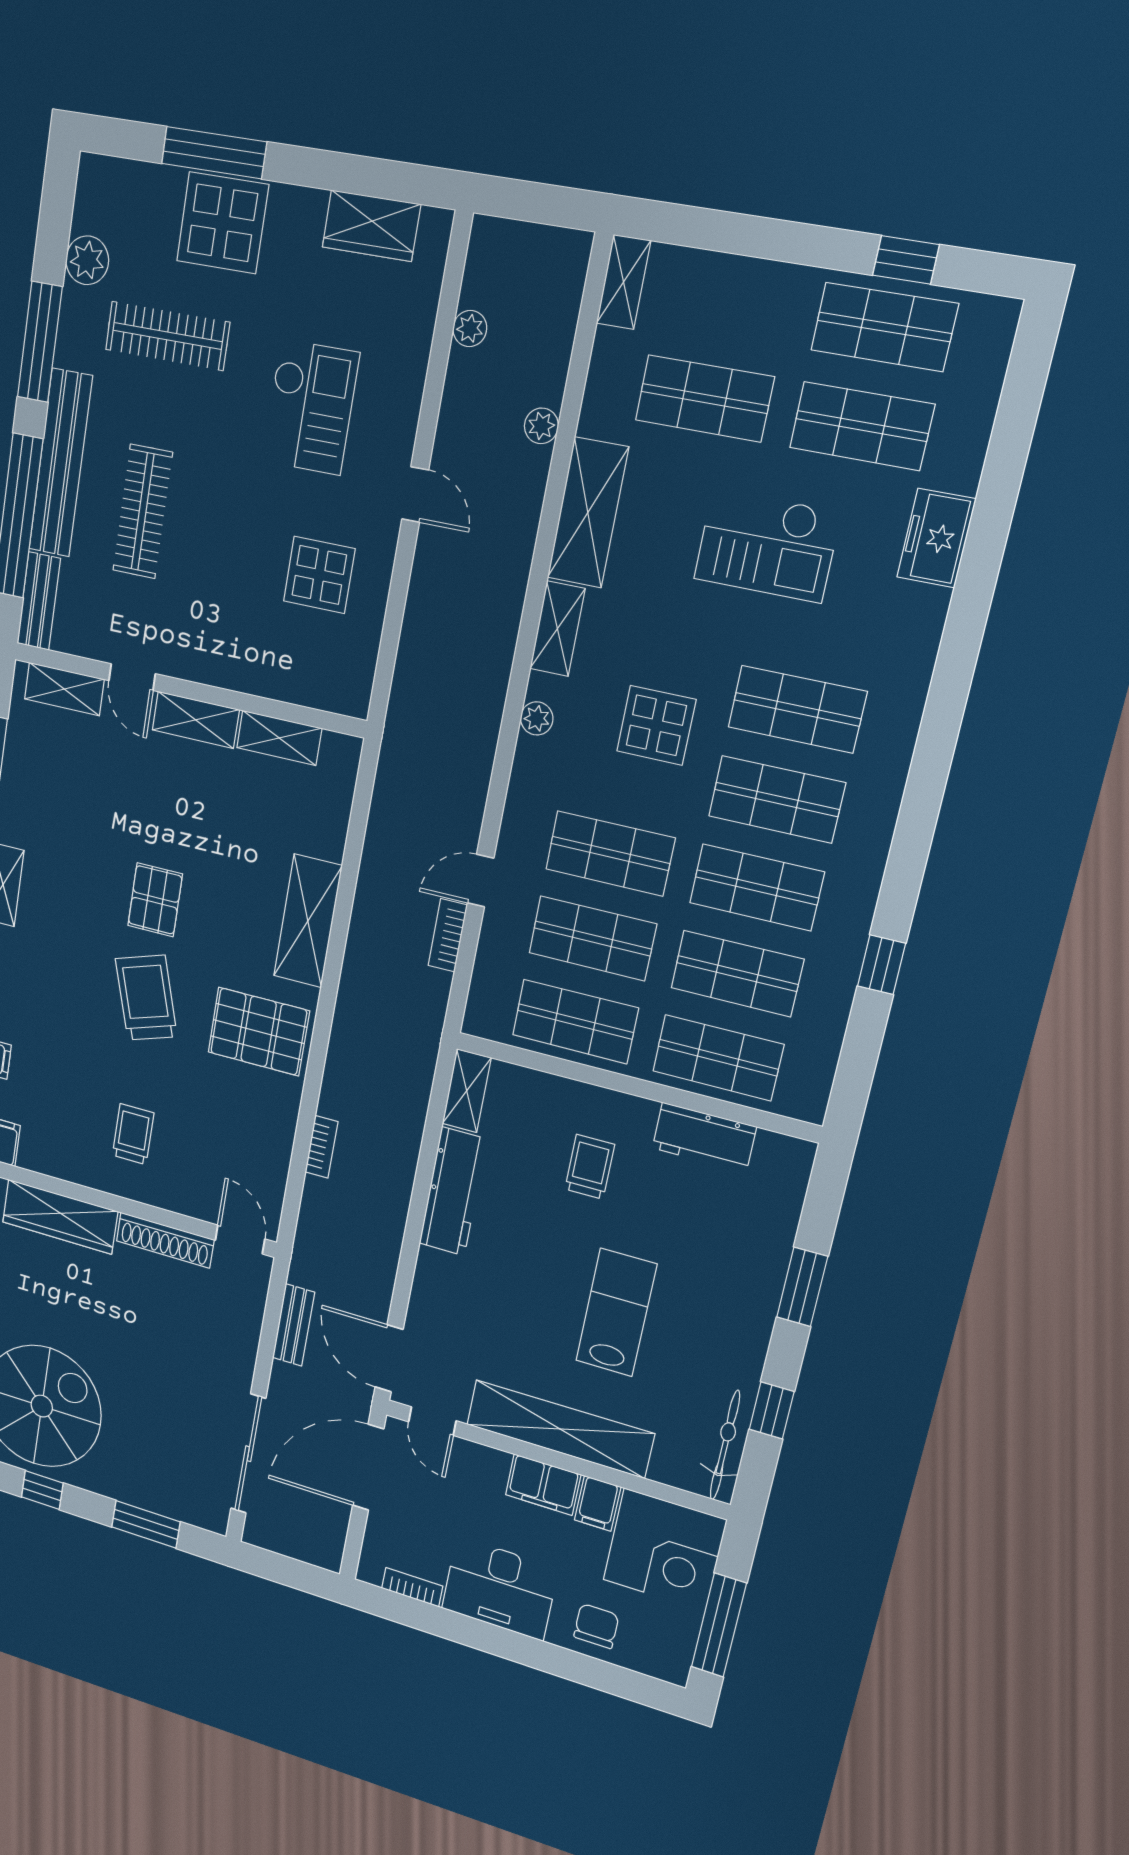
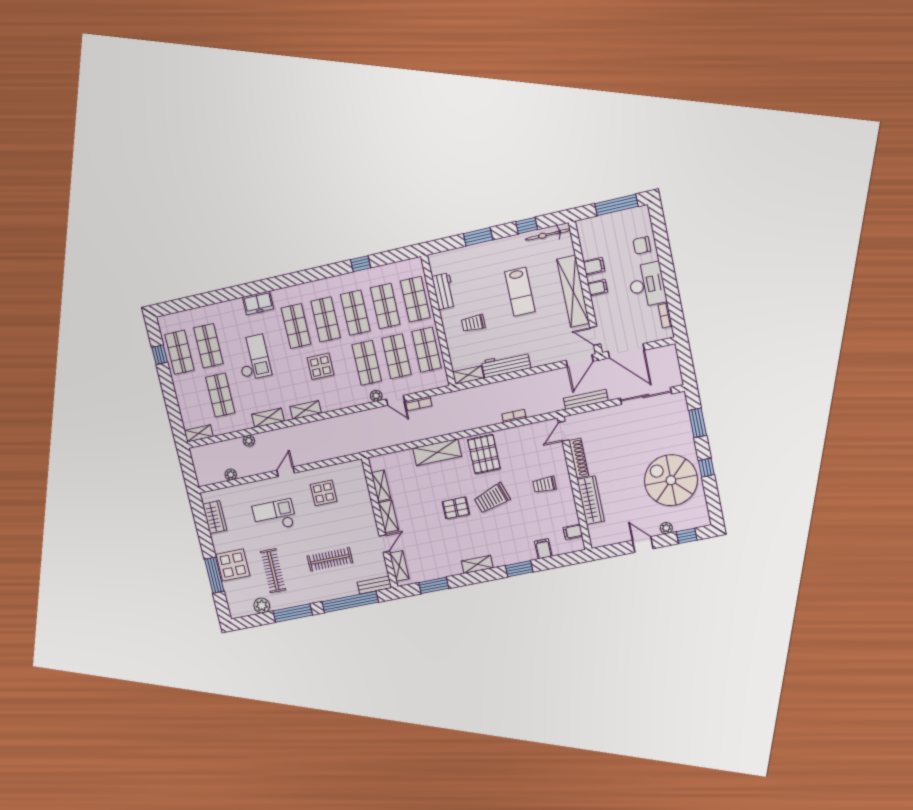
bench: (61, 463) -> (327, 593), removed
shelving: (588, 513) -> (268, 418), width x0.67, depth x0.75
freezer: (936, 538) -> (258, 303), moved
plant: (537, 718) -> (376, 396), moved
lab bench: (616, 1313) -> (520, 292), turned -90
bench: (294, 1325) -> (586, 399), width x1.36
door: (432, 1421) -> (595, 336), swing flipped
filing cabinet: (543, 1485) -> (598, 288), width x0.50
corner desk: (665, 1550) -> (598, 236), removed

